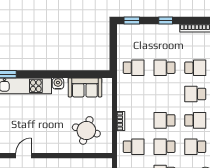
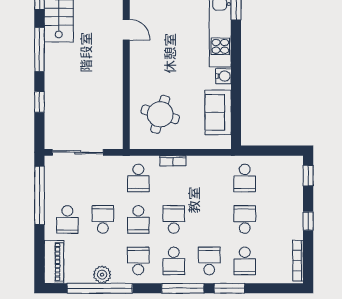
school desk: (164, 147) -> (138, 219), turned 180

